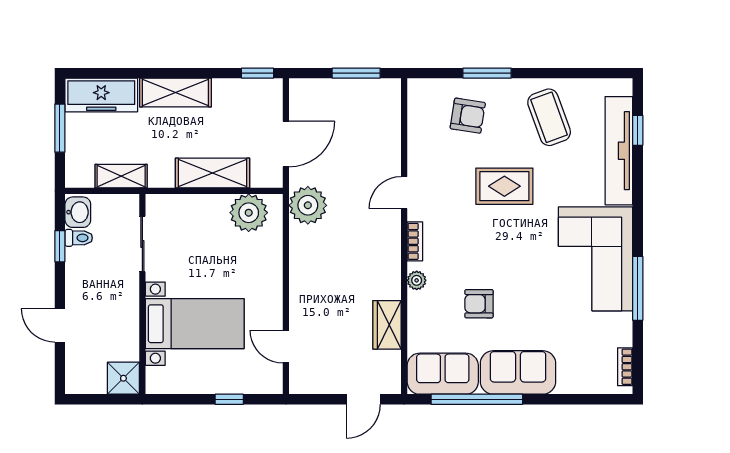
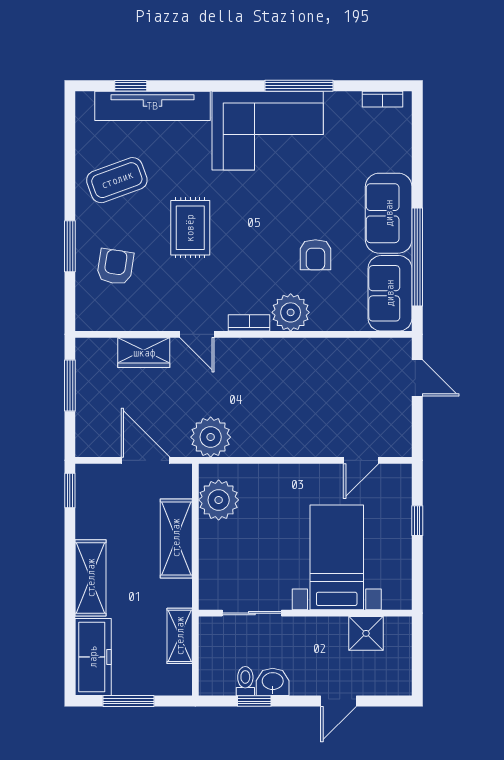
washbasin: (78, 212) -> (273, 682), moved
plant: (417, 280) -> (291, 312), width x1.87, depth x1.87
wardrobe: (387, 325) -> (144, 353), moved
shower: (123, 378) -> (366, 633), moved

